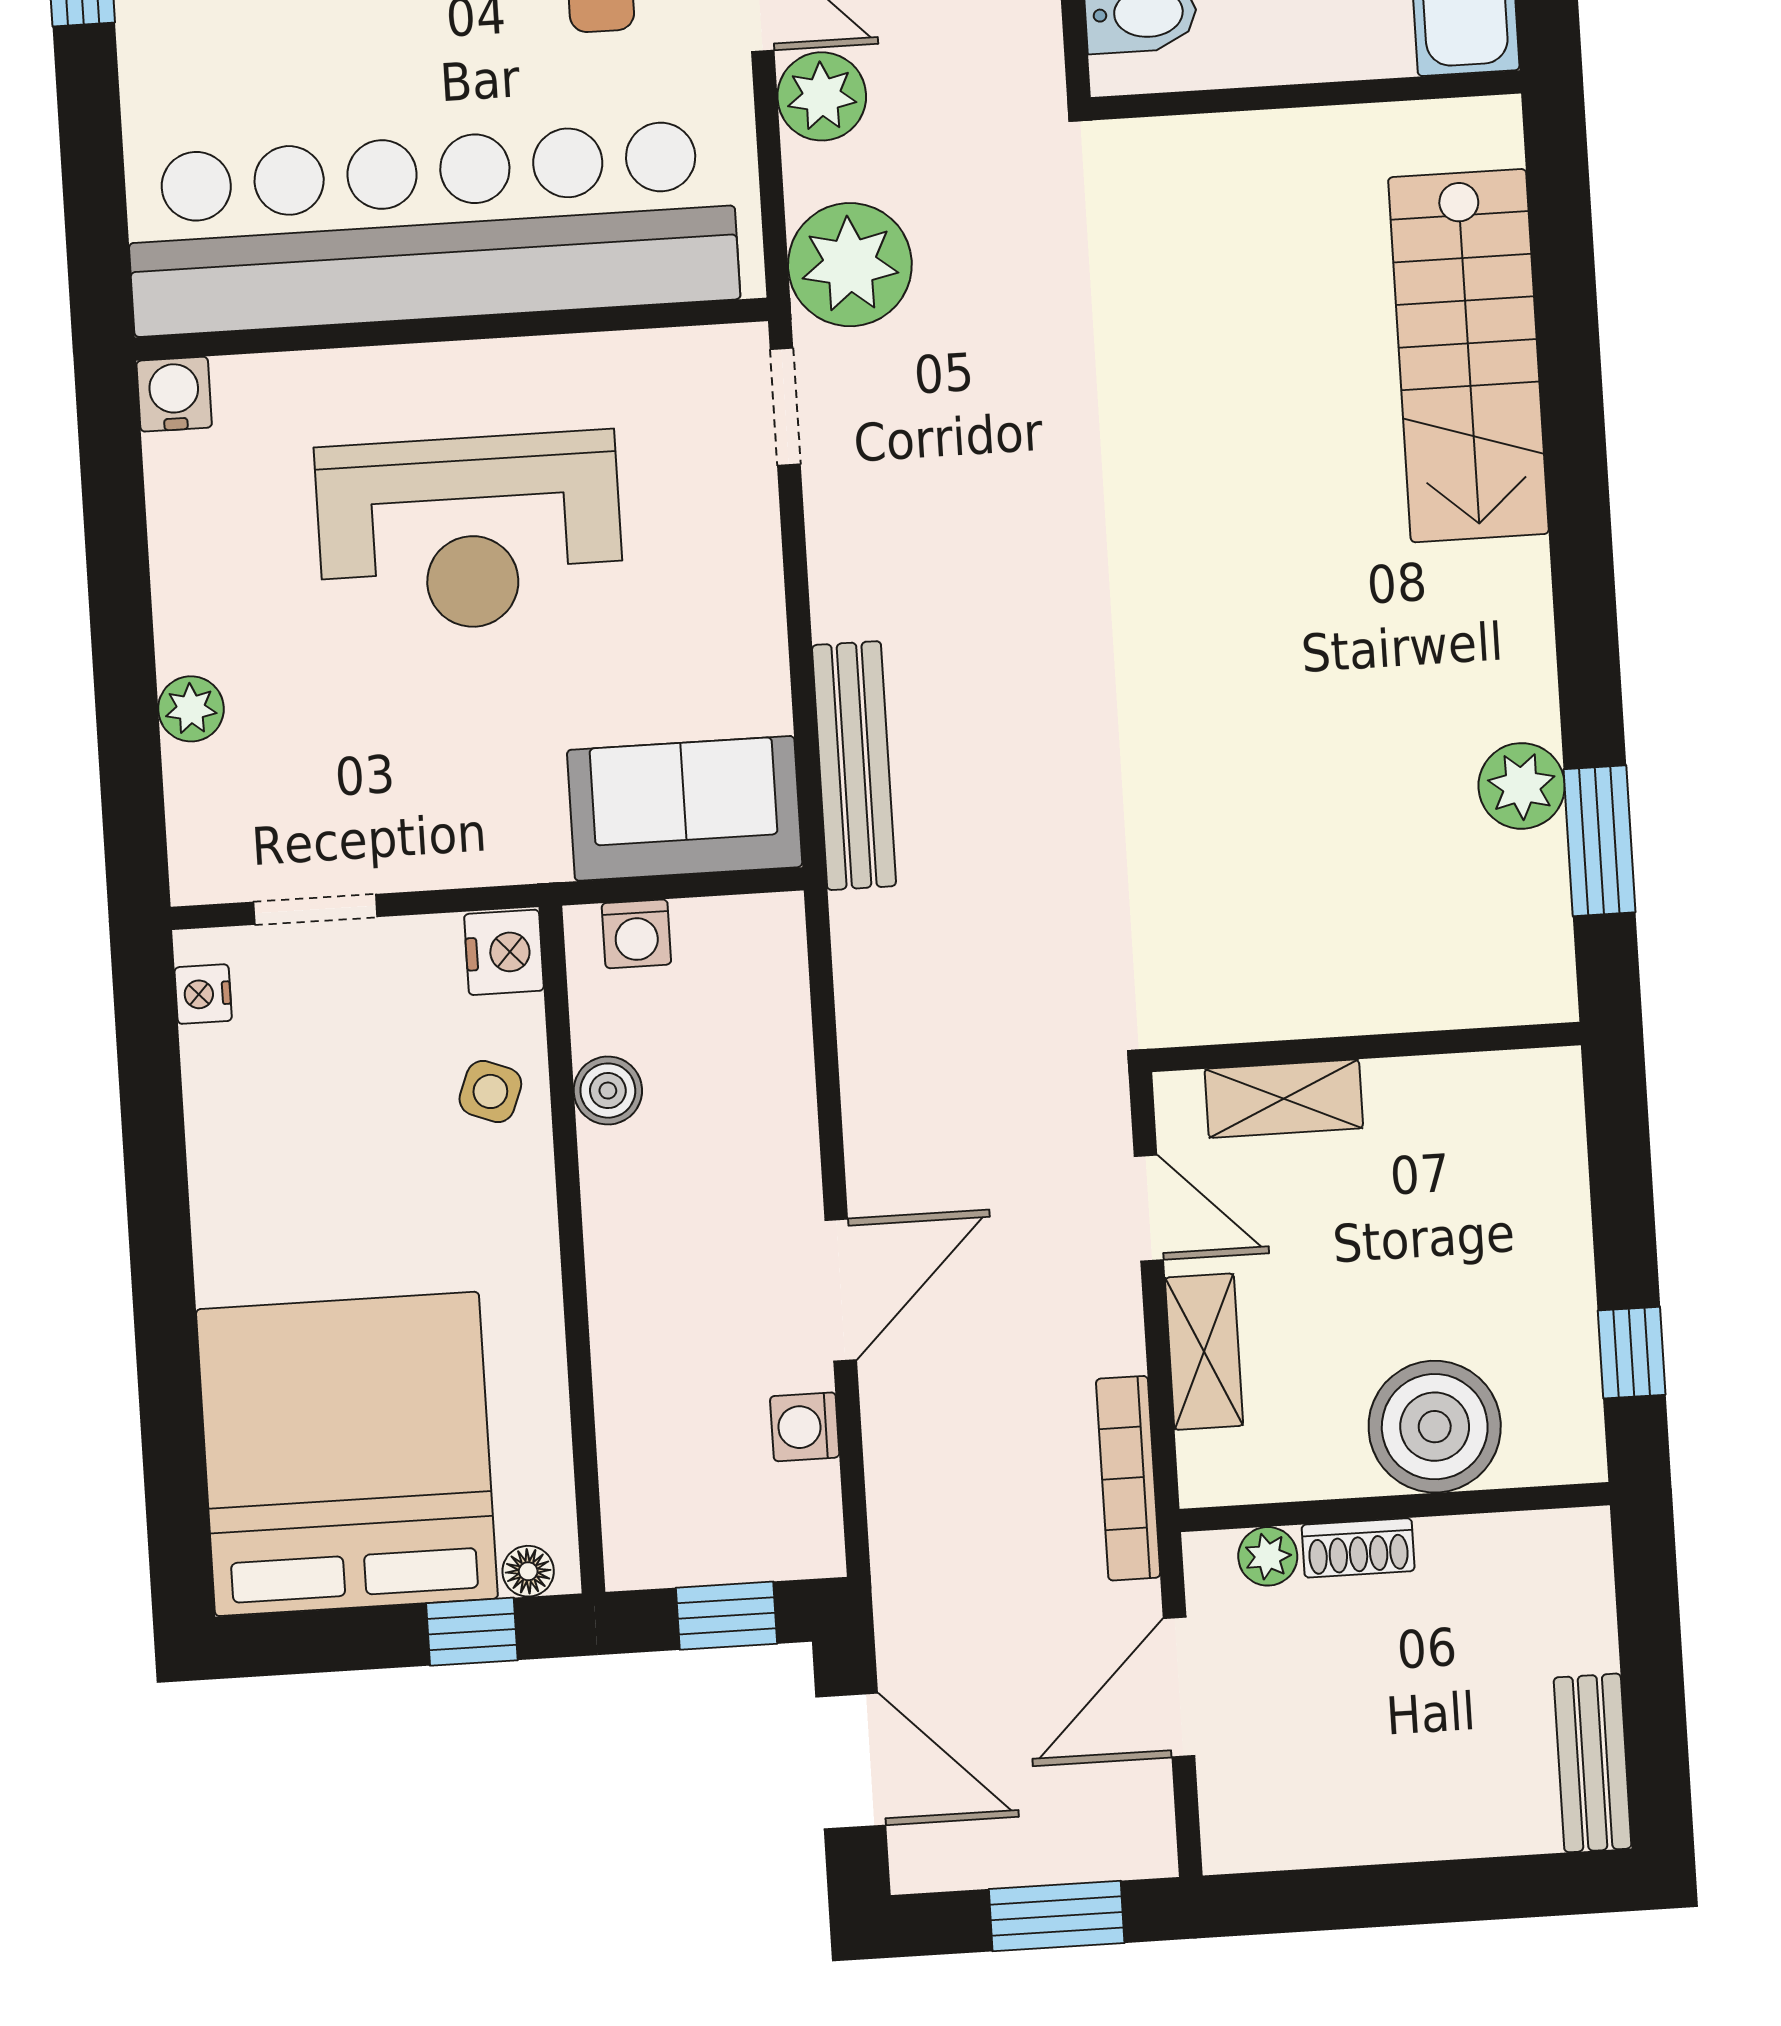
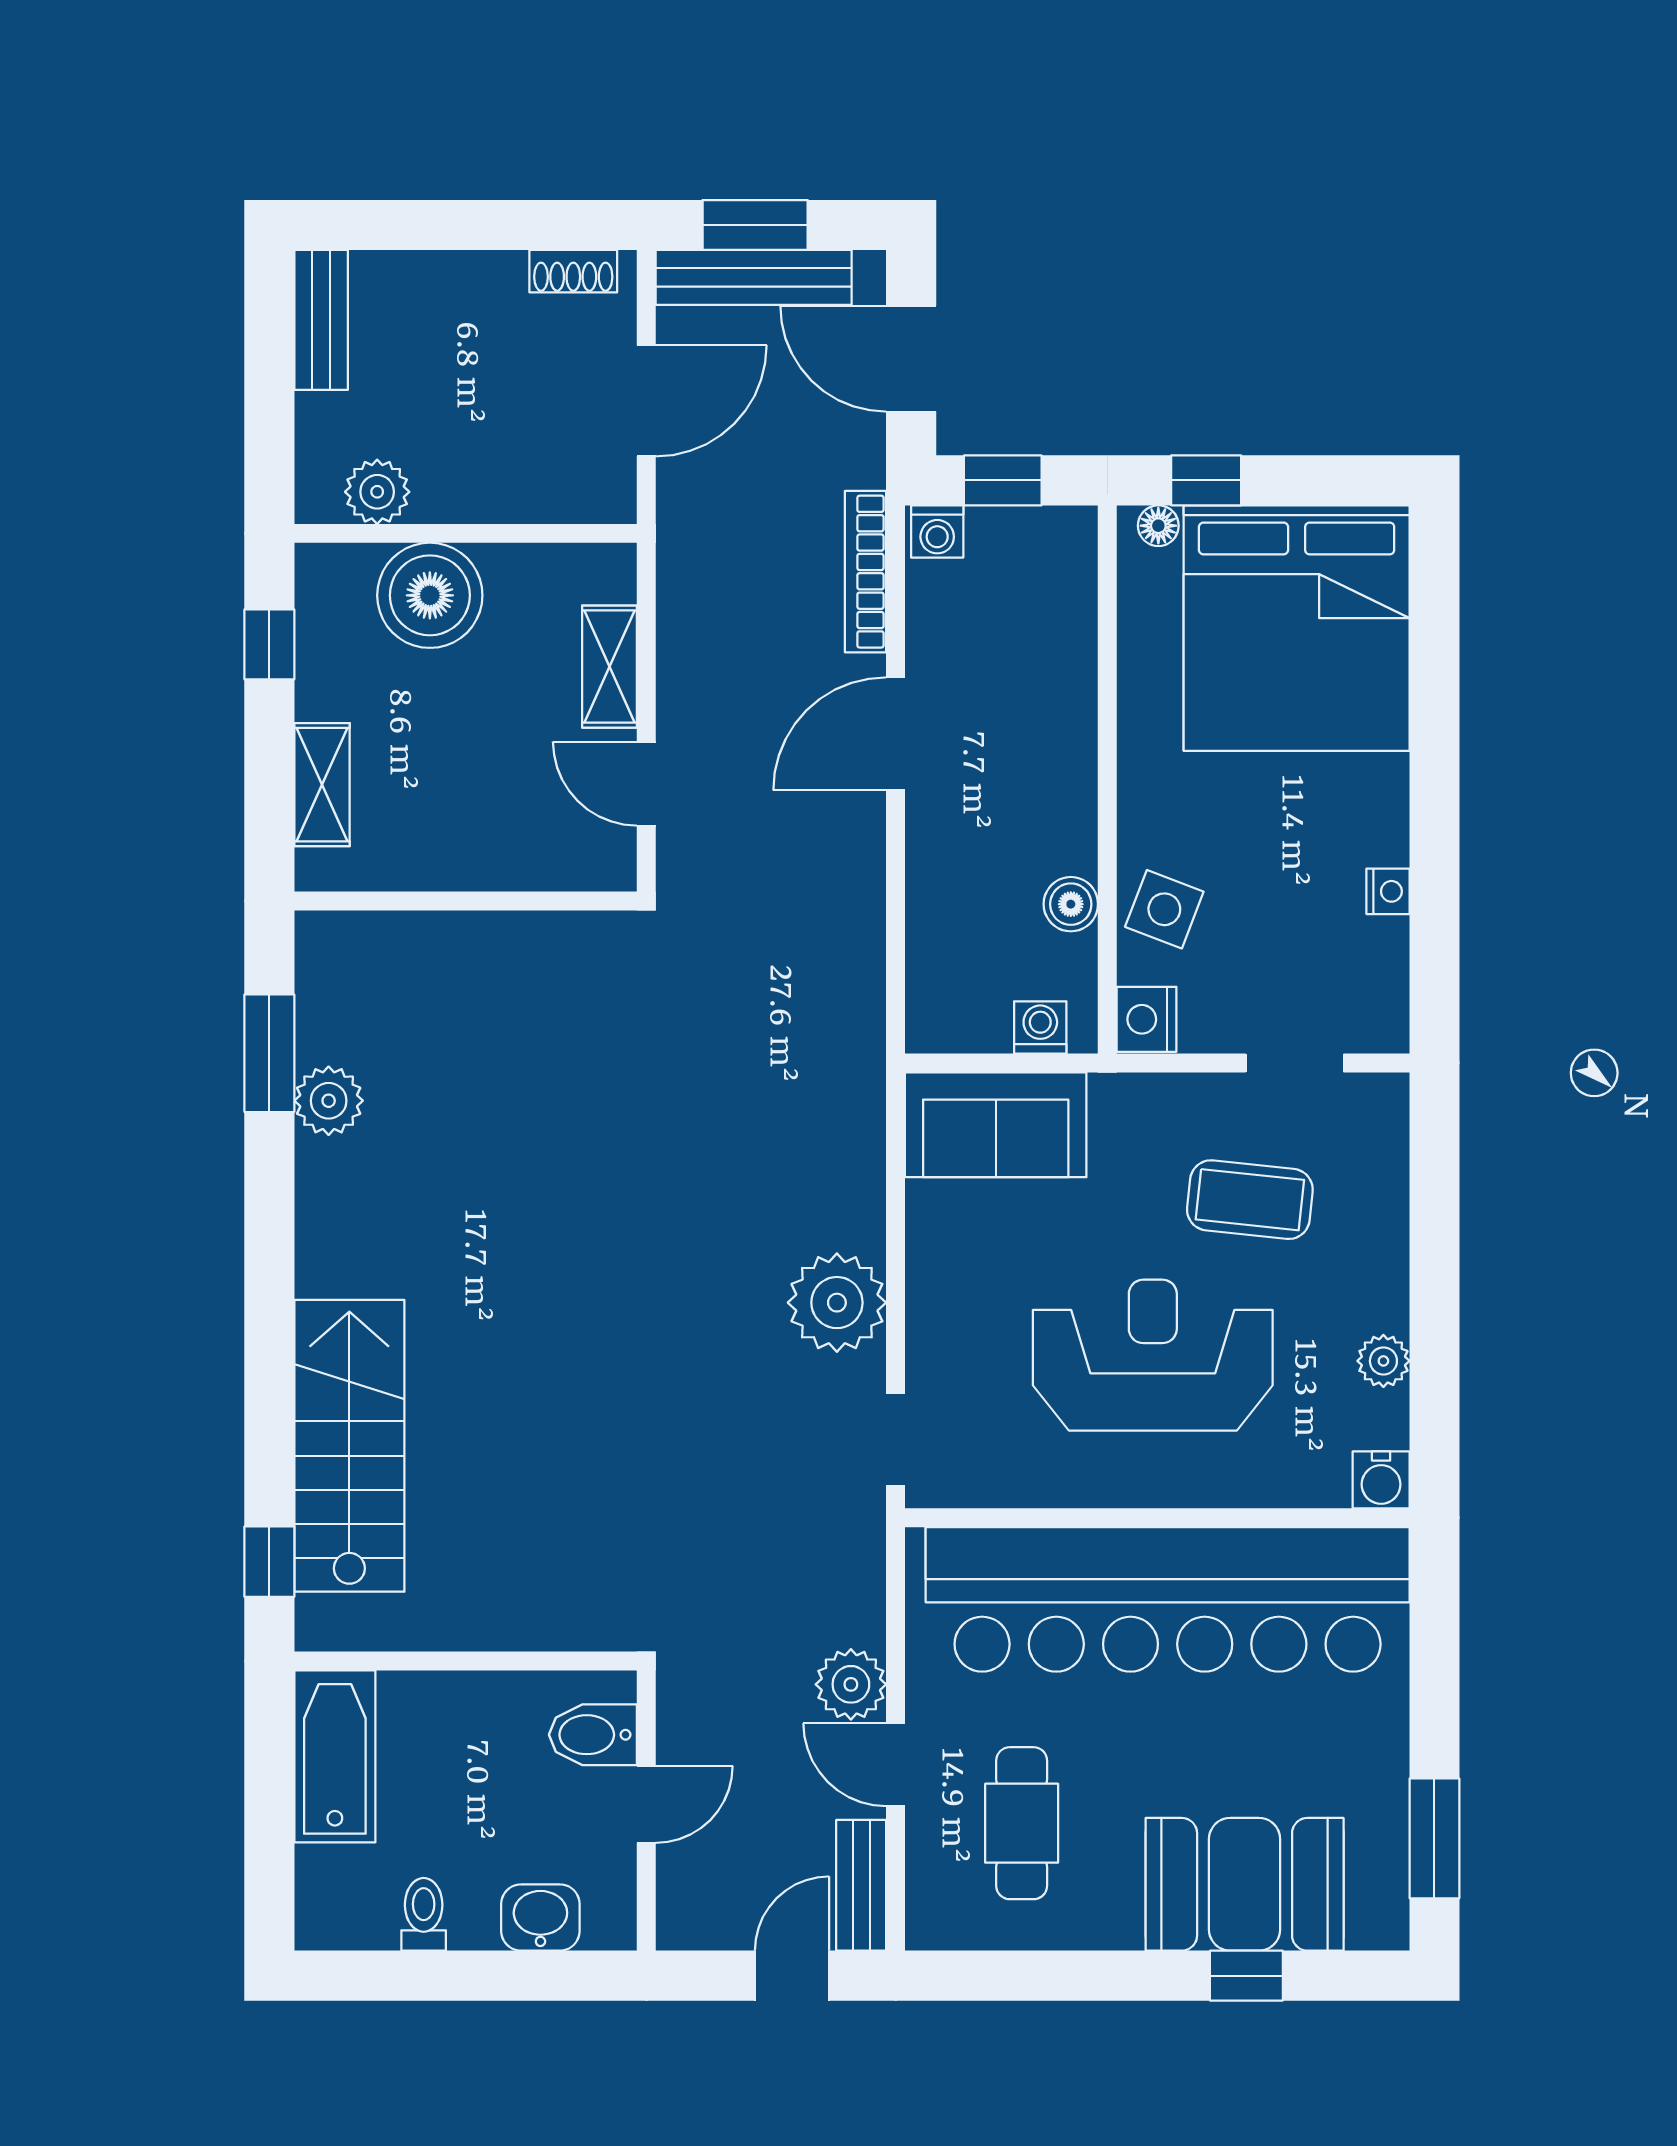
window: (1559, 204) -> (269, 1562), added
plant: (850, 265) -> (837, 1303), moved
plant: (191, 709) -> (1383, 1361), moved
coffee table: (360, 735) -> (1250, 1200), added
bench: (854, 766) -> (754, 277), moved, turned 90
nightstand: (203, 994) -> (1388, 891), moved
side table: (490, 1091) -> (1164, 909), width x1.37, depth x1.37
shelving: (1284, 1099) -> (322, 785), moved, turned 90
washing machine: (805, 1427) -> (937, 531), moved, turned 90
bookcase: (1128, 1478) -> (866, 572), moved, turned 180
shoe rack: (1358, 1548) -> (573, 271), moved, turned 180
plant: (1268, 1556) -> (377, 492), moved, width x1.38, depth x1.38

